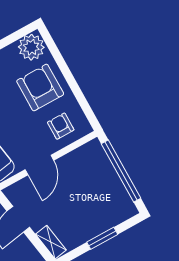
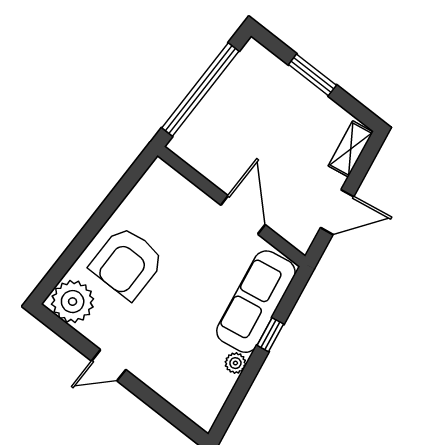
armchair: (61, 126) -> (172, 208), removed
door: (39, 165) -> (243, 215), hinge flipped

